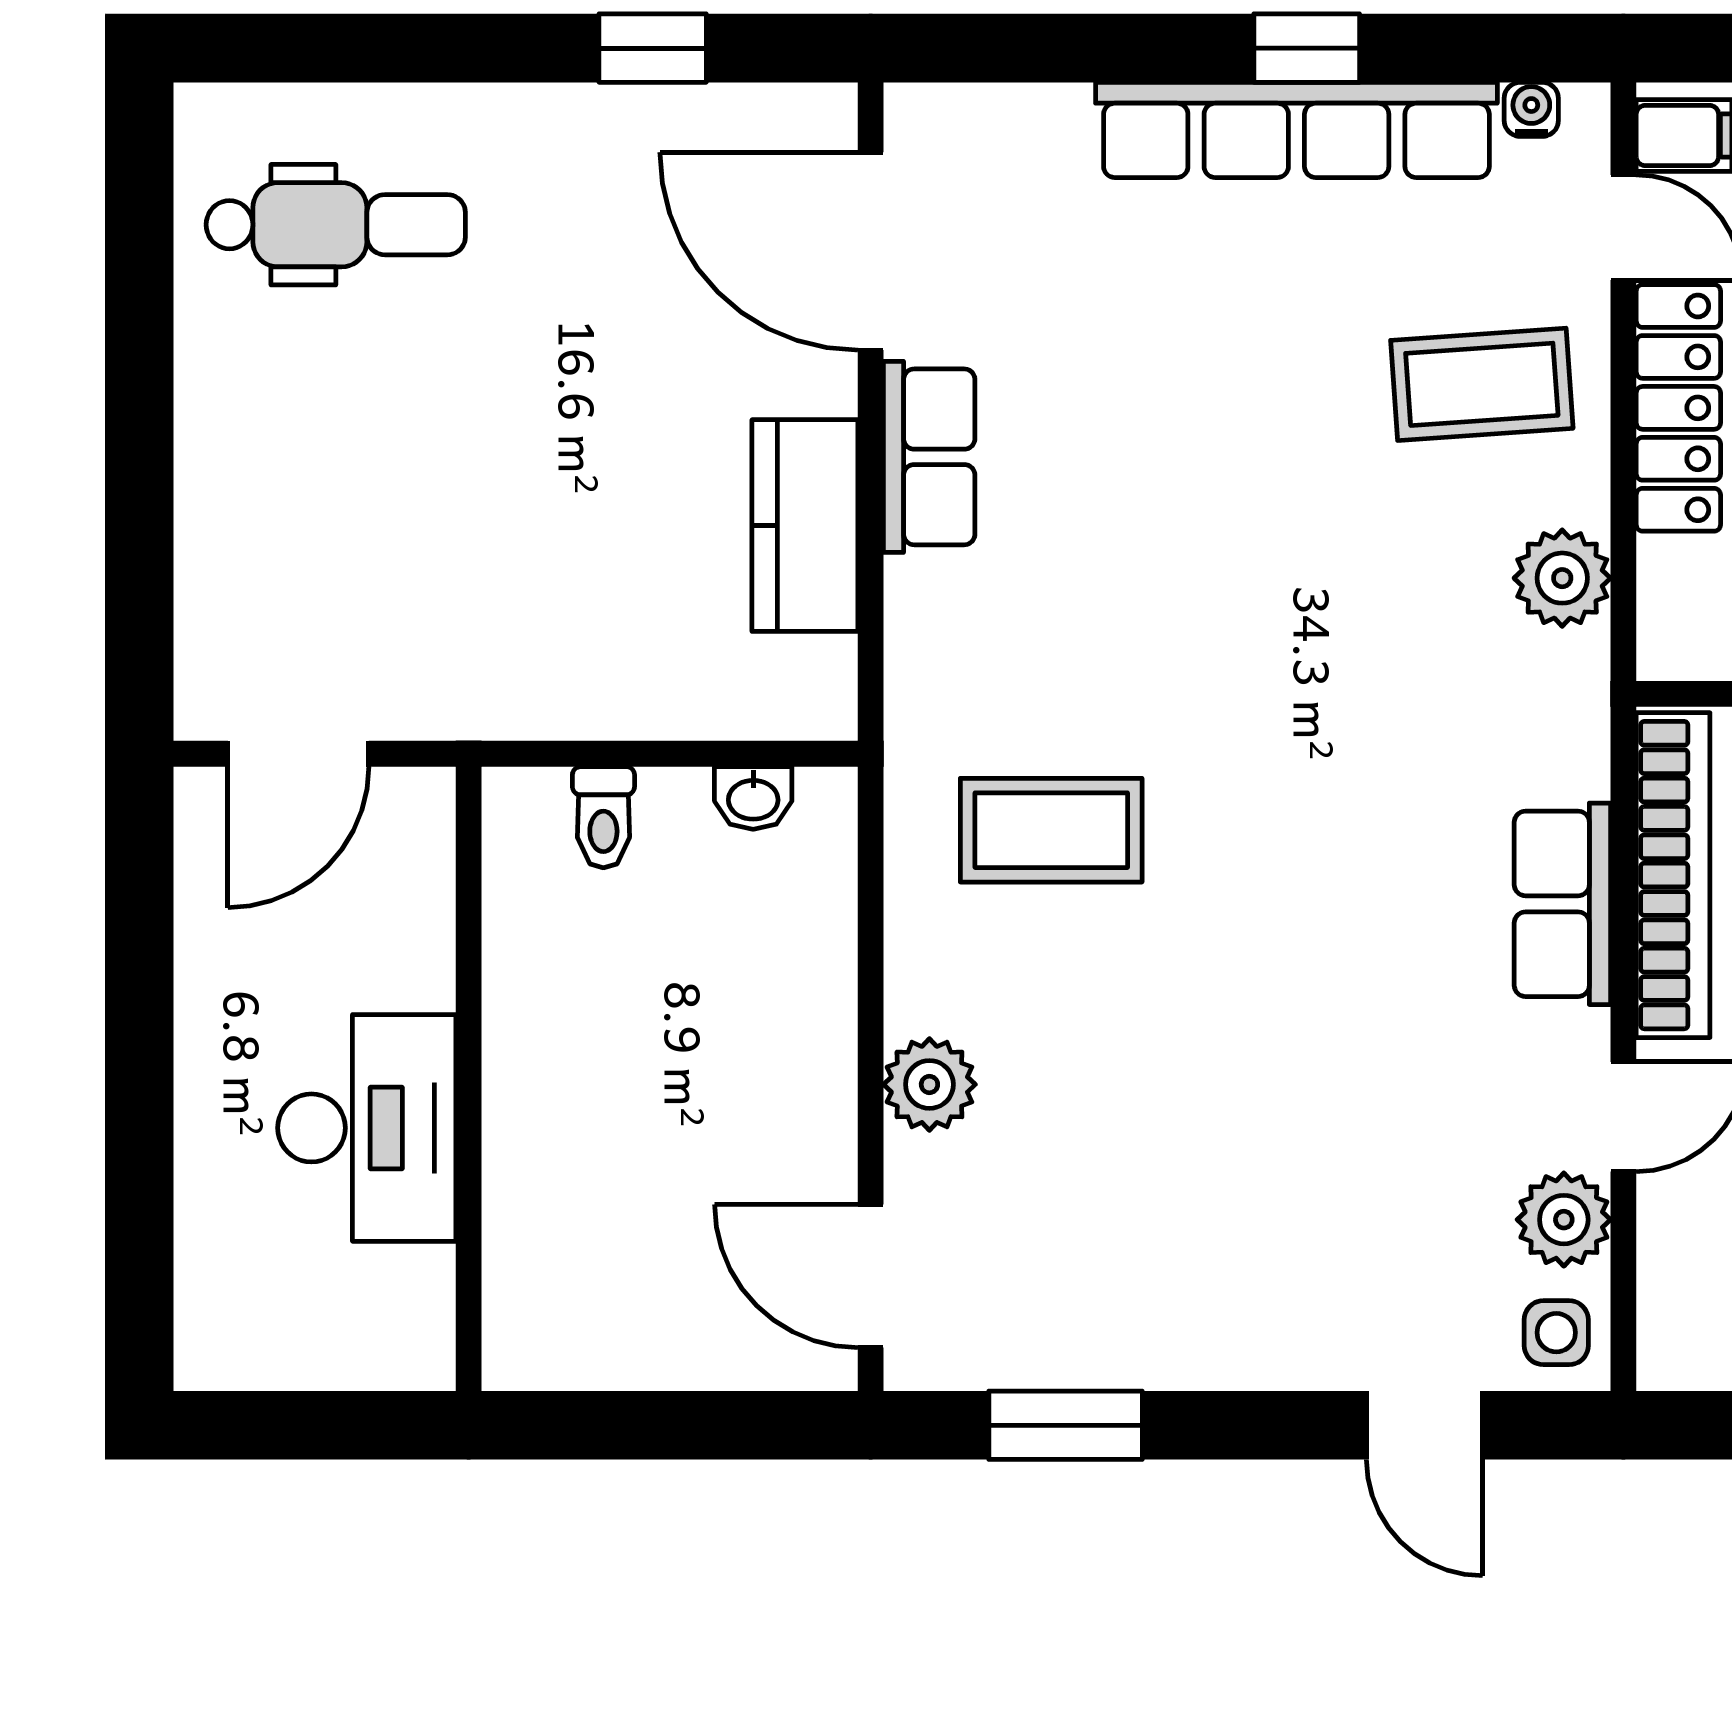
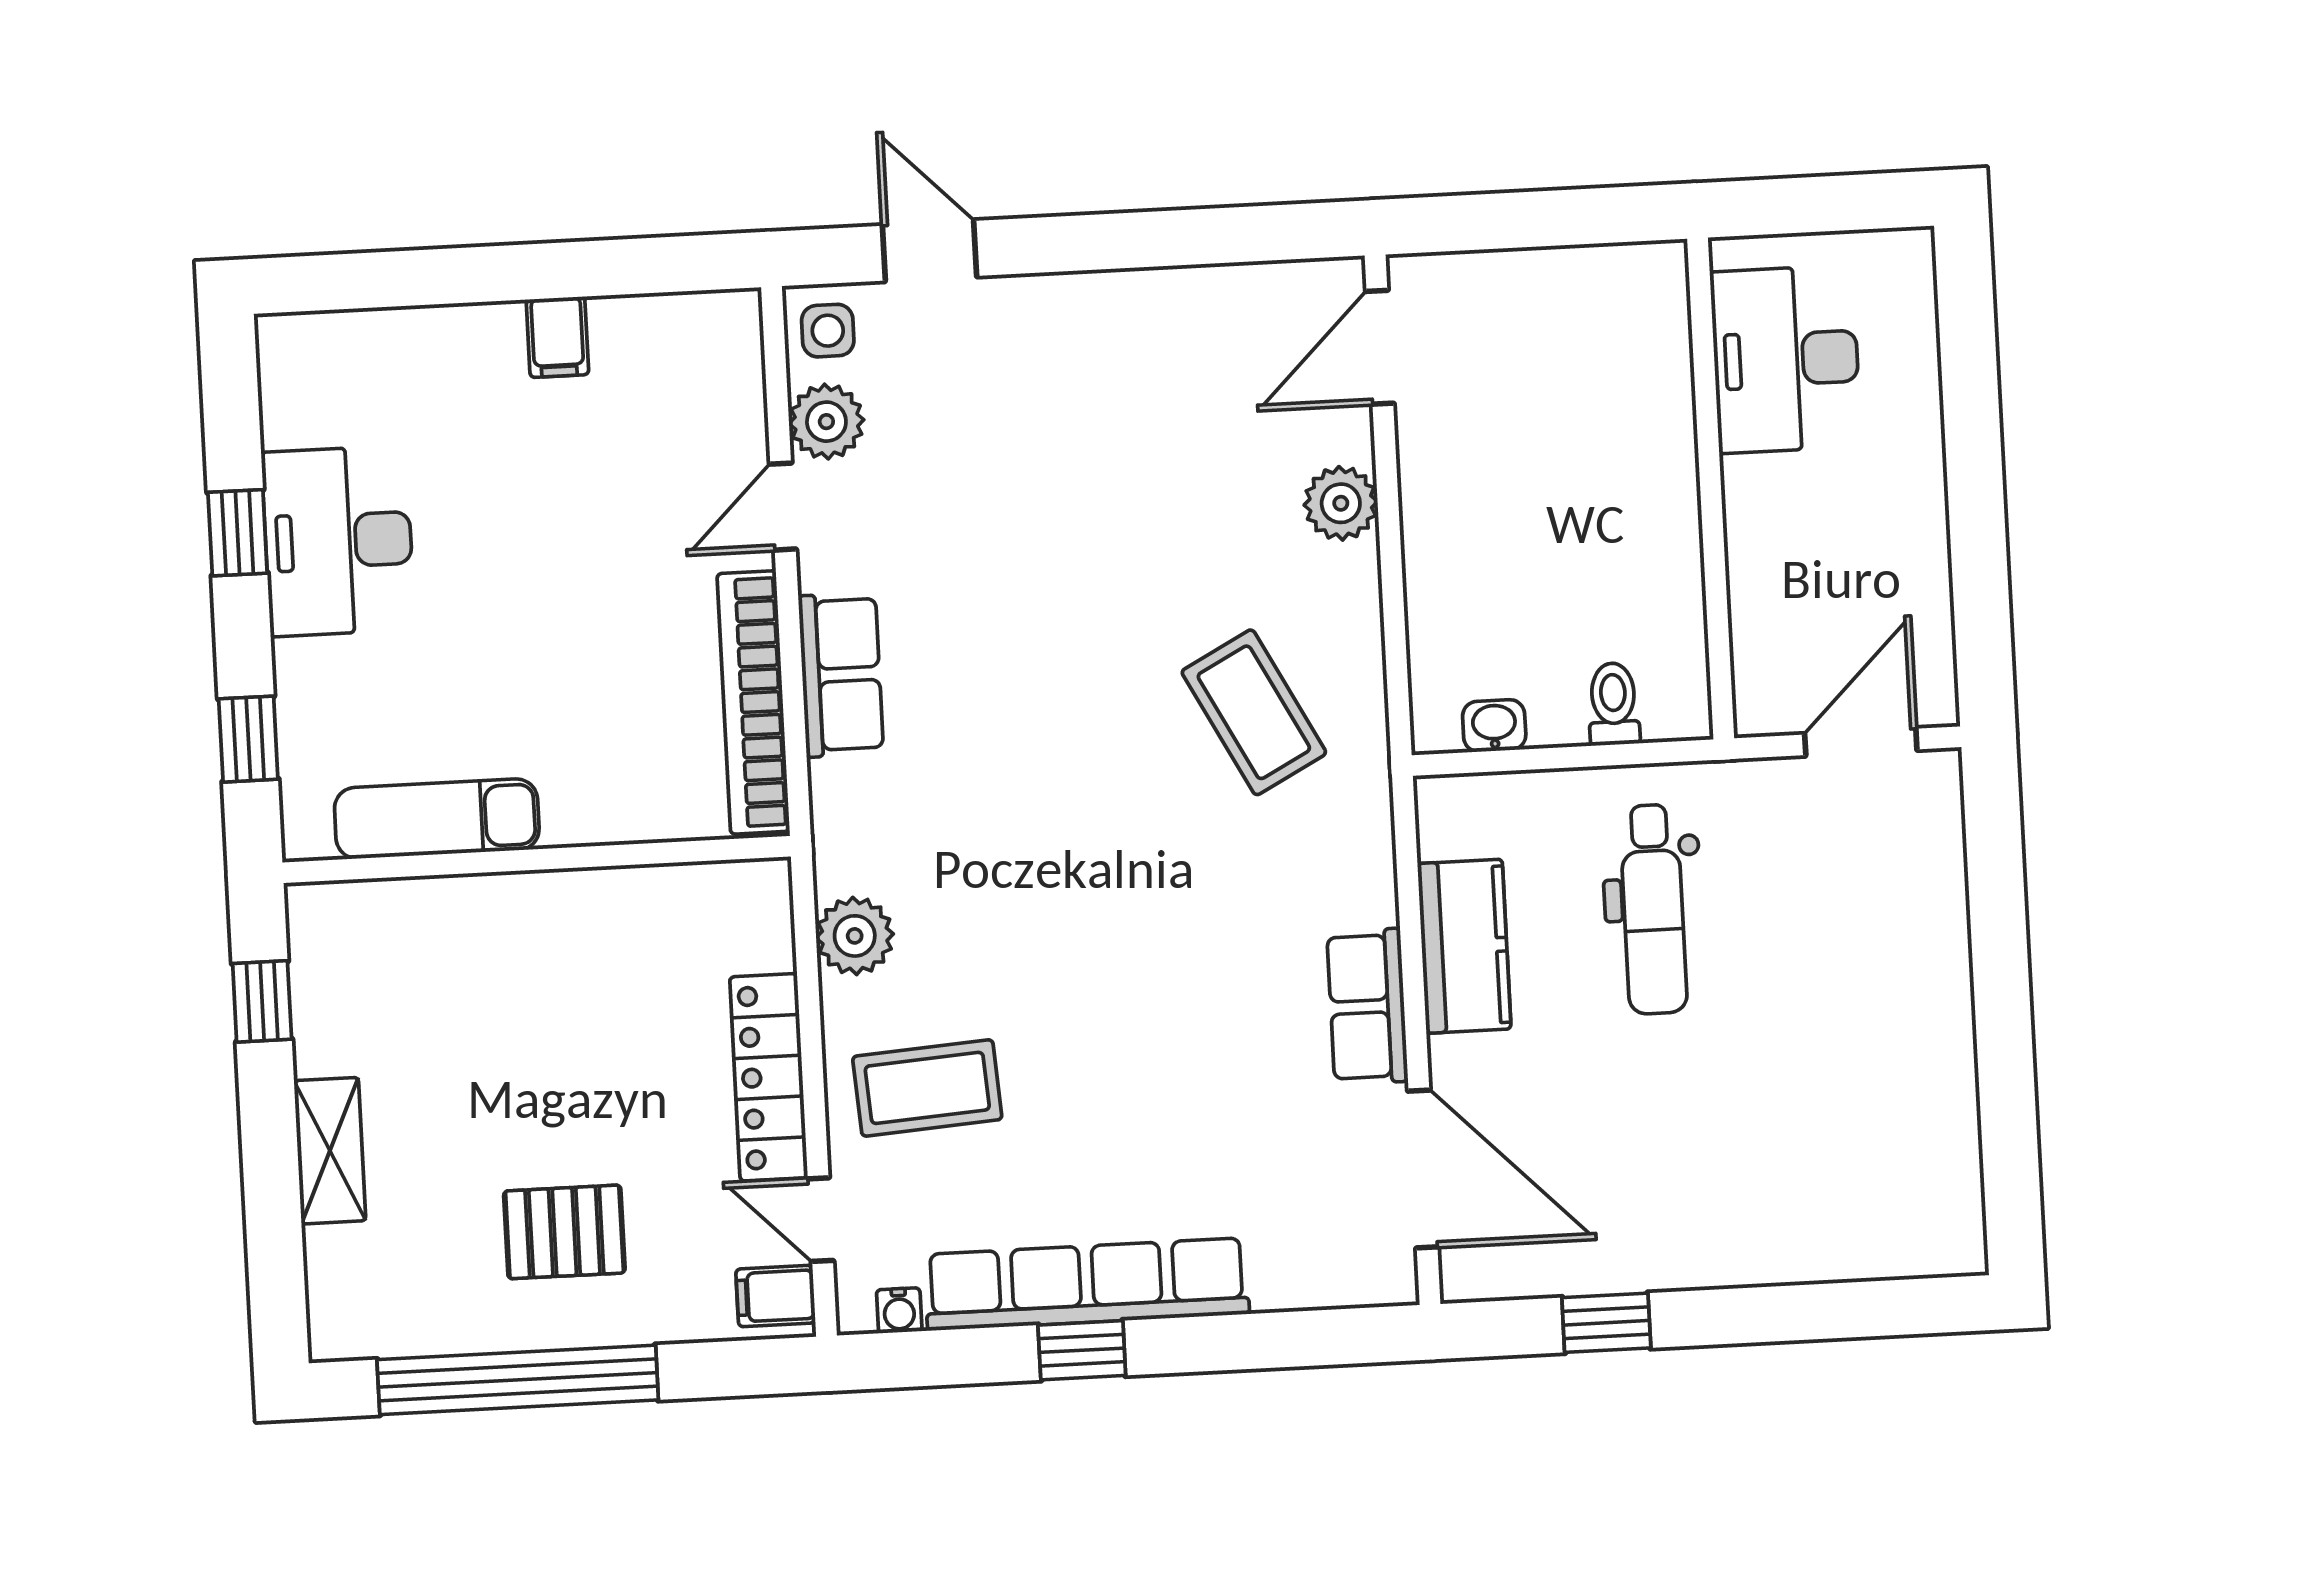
dental chair: (336, 225) -> (1653, 909), moved, turned -90
coffee table: (1051, 830) -> (1254, 712), turned 62
desk: (367, 1128) -> (1786, 359), moved
door: (871, 1276) -> (1380, 347), swing flipped
window: (1066, 1425) -> (1217, 236), removed

